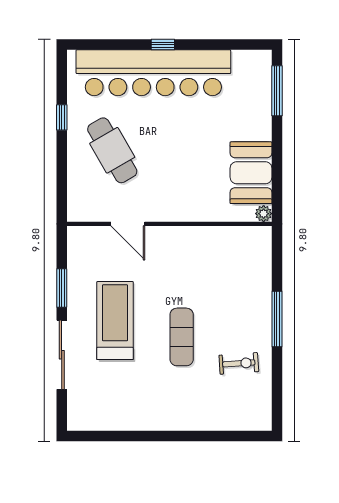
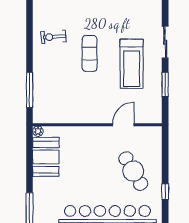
door: (128, 224) -> (123, 125), hinge flipped
window: (277, 319) -> (30, 90), moved
sliding door: (62, 355) -> (165, 42), width x0.73

